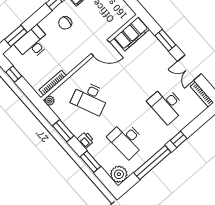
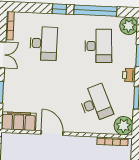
plant: (49, 101) -> (123, 126), width x1.87, depth x1.87

